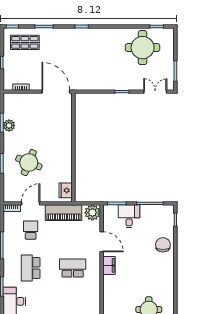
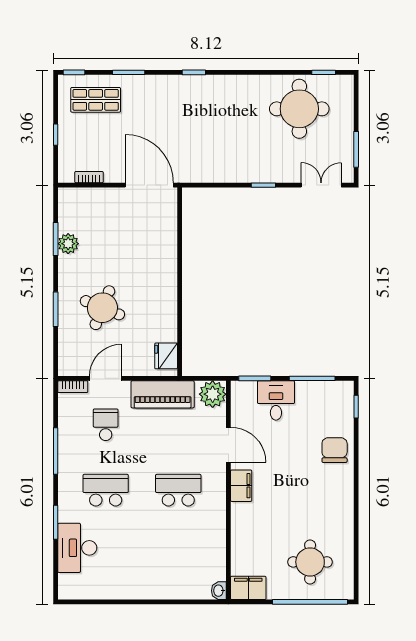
school desk: (31, 268) -> (106, 490), turned 90

